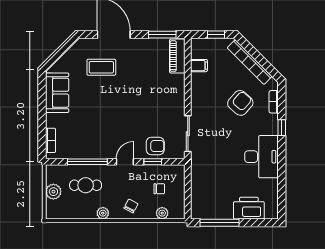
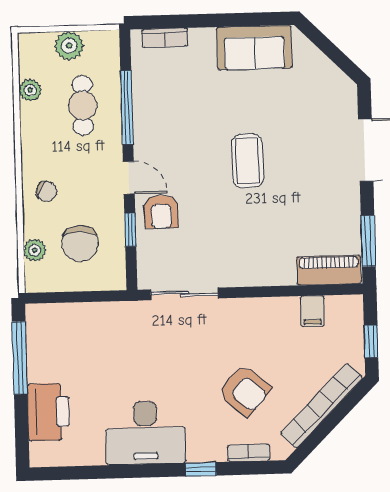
coffee table: (101, 67) -> (248, 161), moved
armchair: (155, 146) -> (161, 212), moved
chair: (159, 189) -> (80, 243), width x1.87, depth x1.87
plant: (103, 213) -> (30, 90), moved

